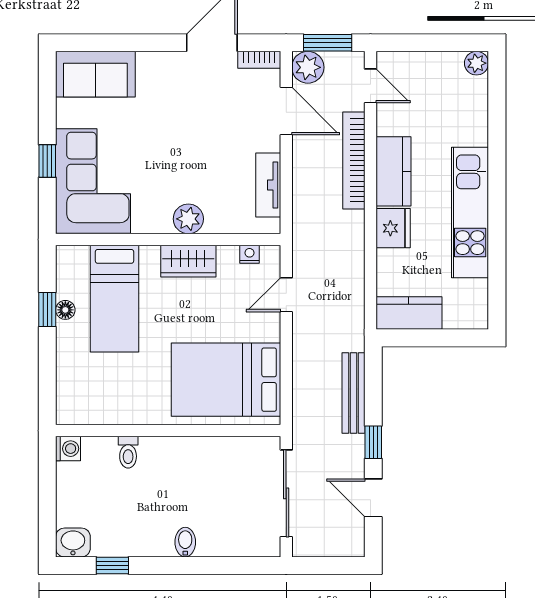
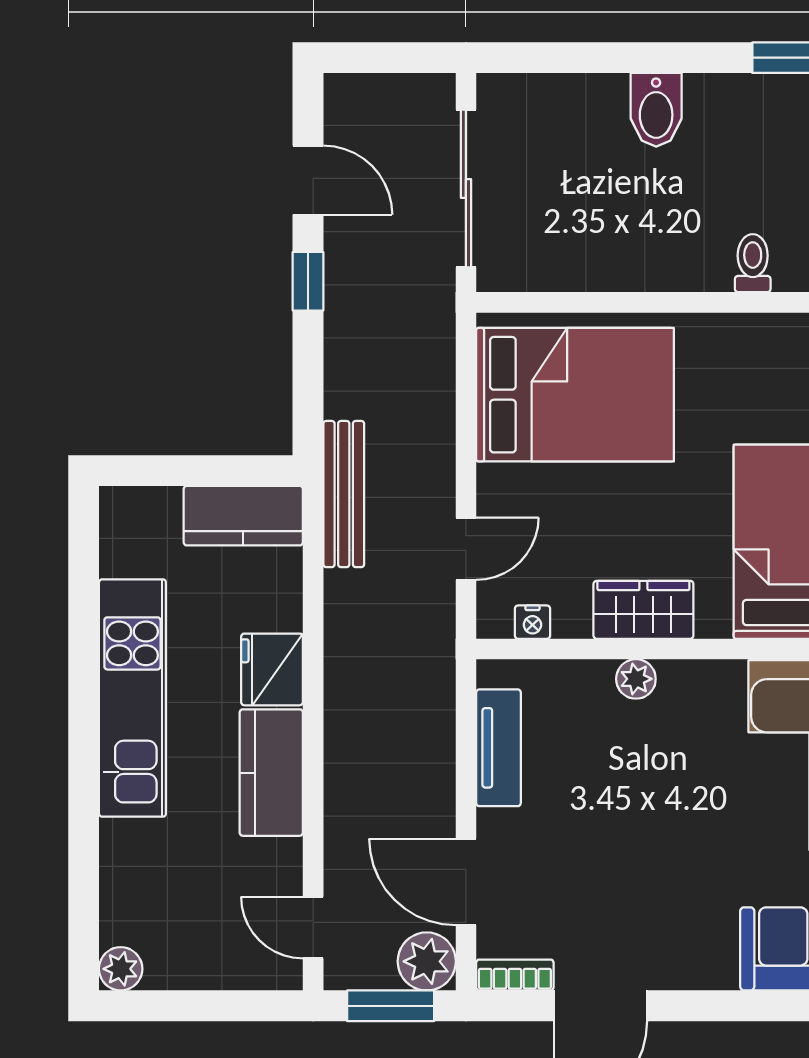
bookcase: (354, 160) -> (343, 792), removed
plant: (188, 219) -> (636, 679), width x0.73, depth x0.73
bench: (354, 393) -> (344, 494), moved
bidet: (185, 542) -> (656, 110), width x1.38, depth x1.36

